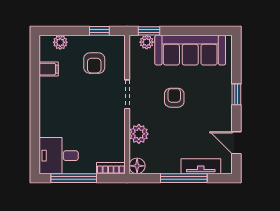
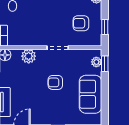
sofa: (190, 50) -> (90, 94), width x0.73
armchair: (174, 98) -> (55, 82), turned 180

